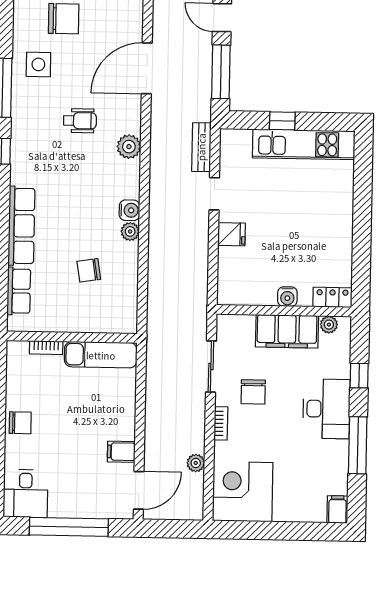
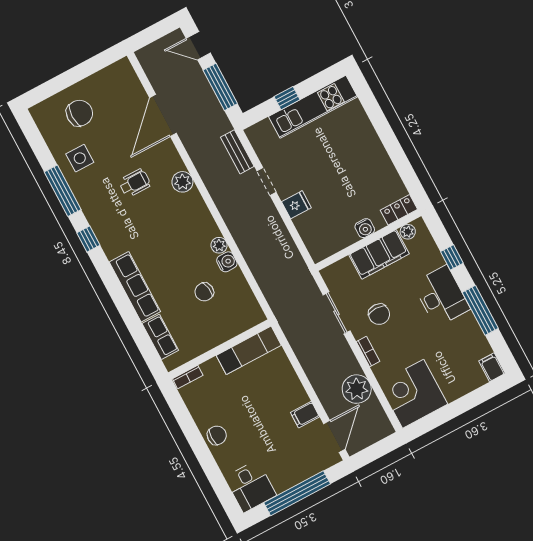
water cooler: (129, 210) -> (227, 262), moved
bookcase: (46, 348) -> (188, 377), moved
plant: (196, 463) -> (357, 389), width x1.88, depth x1.88

